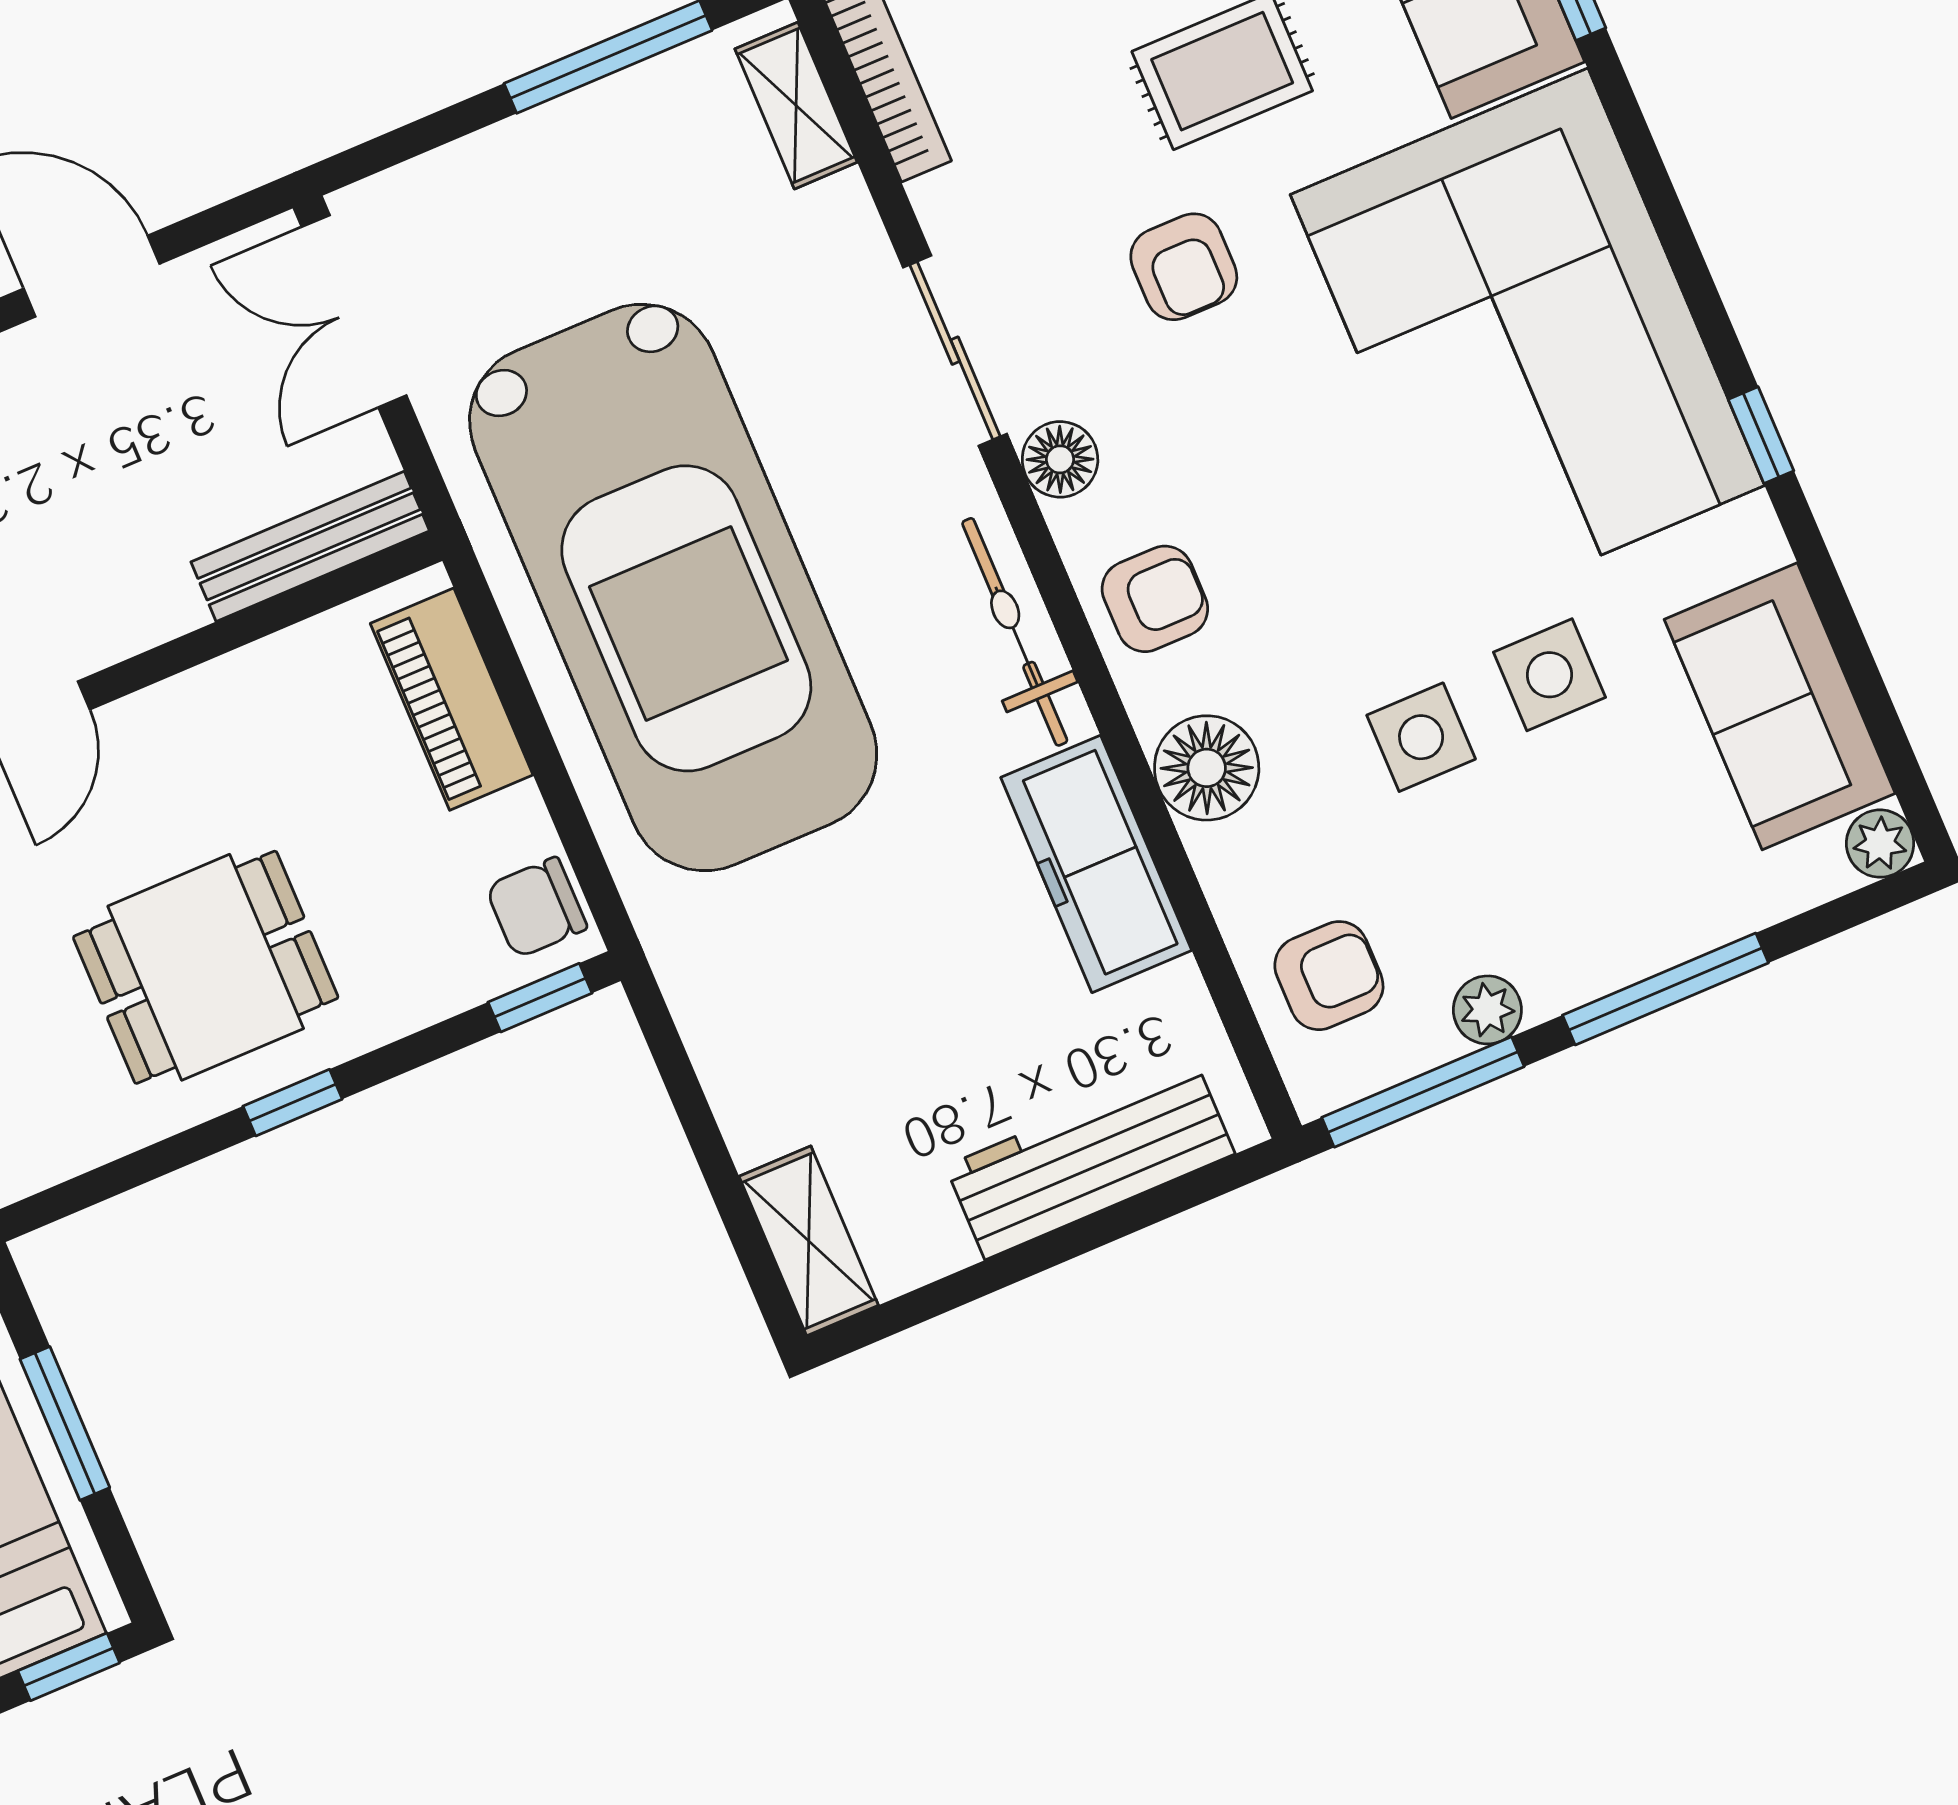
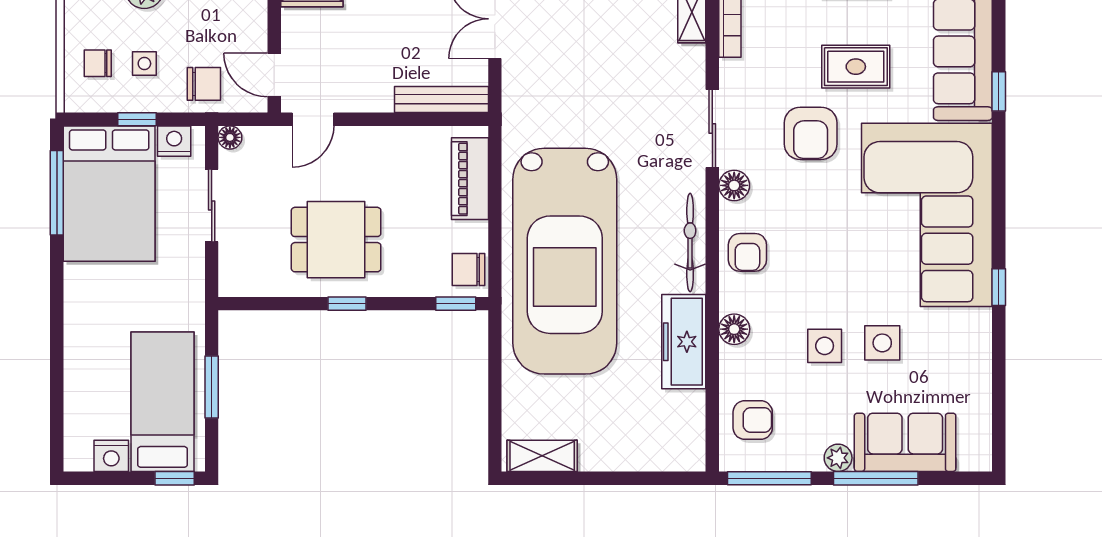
armchair: (1184, 267) -> (811, 133), width x1.38, depth x1.38
car: (673, 587) -> (565, 261), moved
armchair: (1155, 599) -> (747, 252), turned 90
sofa: (1780, 706) -> (905, 442), moved, turned 90
floor lamp: (1207, 768) -> (734, 329), width x0.73, depth x0.73
plant: (1880, 844) -> (979, 458), removed
plant: (1487, 1010) -> (838, 458), moved
workbench: (1090, 1160) -> (635, 451), removed
shelving: (809, 1241) -> (542, 456), moved, turned 90

